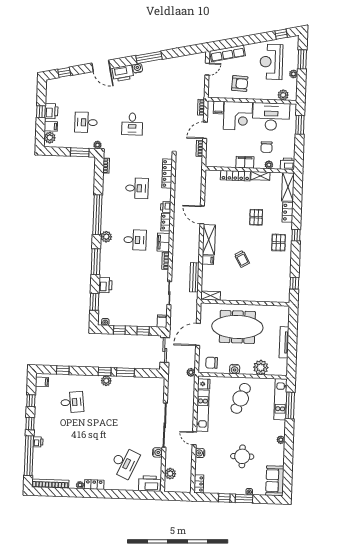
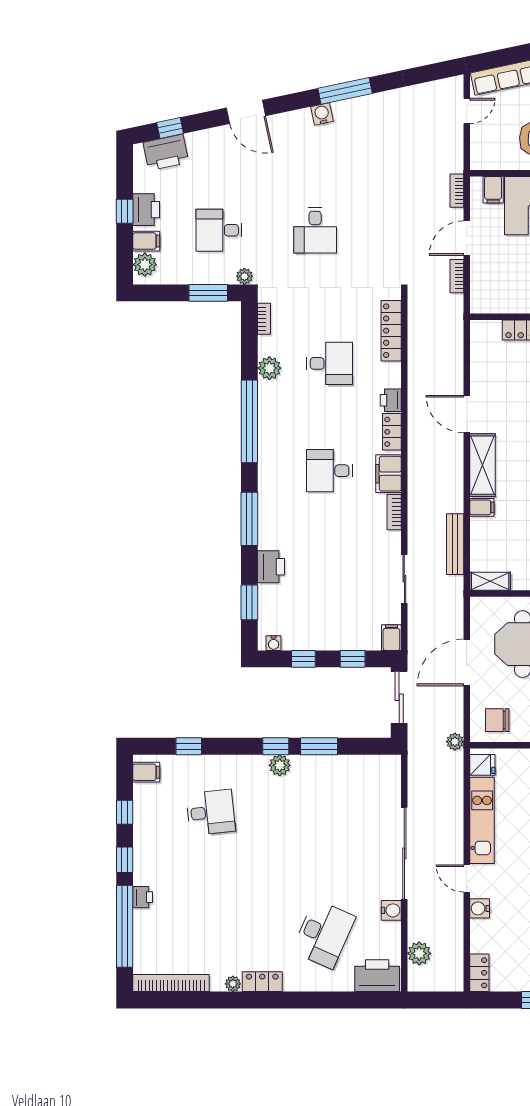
printer: (123, 73) -> (166, 152), moved
plant: (106, 237) -> (269, 368), moved
desk: (135, 240) -> (329, 471), turned 180

